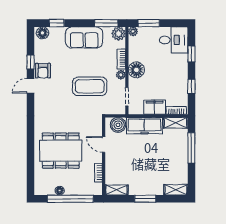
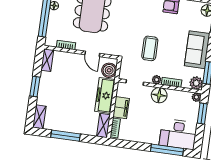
desk: (174, 40) -> (178, 134), width x1.37
window: (191, 54) -> (167, 150), width x2.17
coffee table: (90, 86) -> (150, 48), width x0.73, depth x0.76
window: (191, 86) -> (136, 146), removed
door: (104, 144) -> (92, 54), swing flipped
window: (191, 148) -> (65, 136), moved

